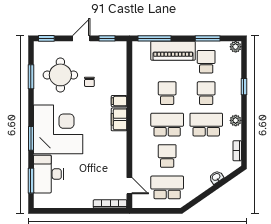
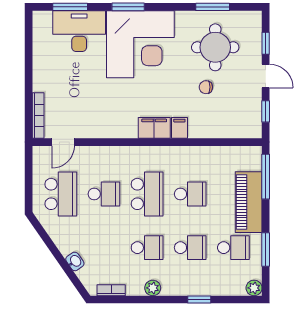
window: (46, 38) -> (266, 43), moved
school desk: (206, 125) -> (147, 248), width x0.54

